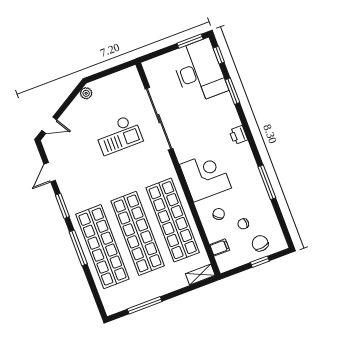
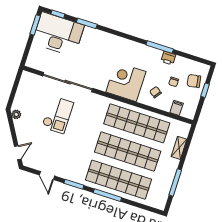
printer: (238, 135) -> (168, 58), moved
shelving: (200, 275) -> (179, 148), moved

